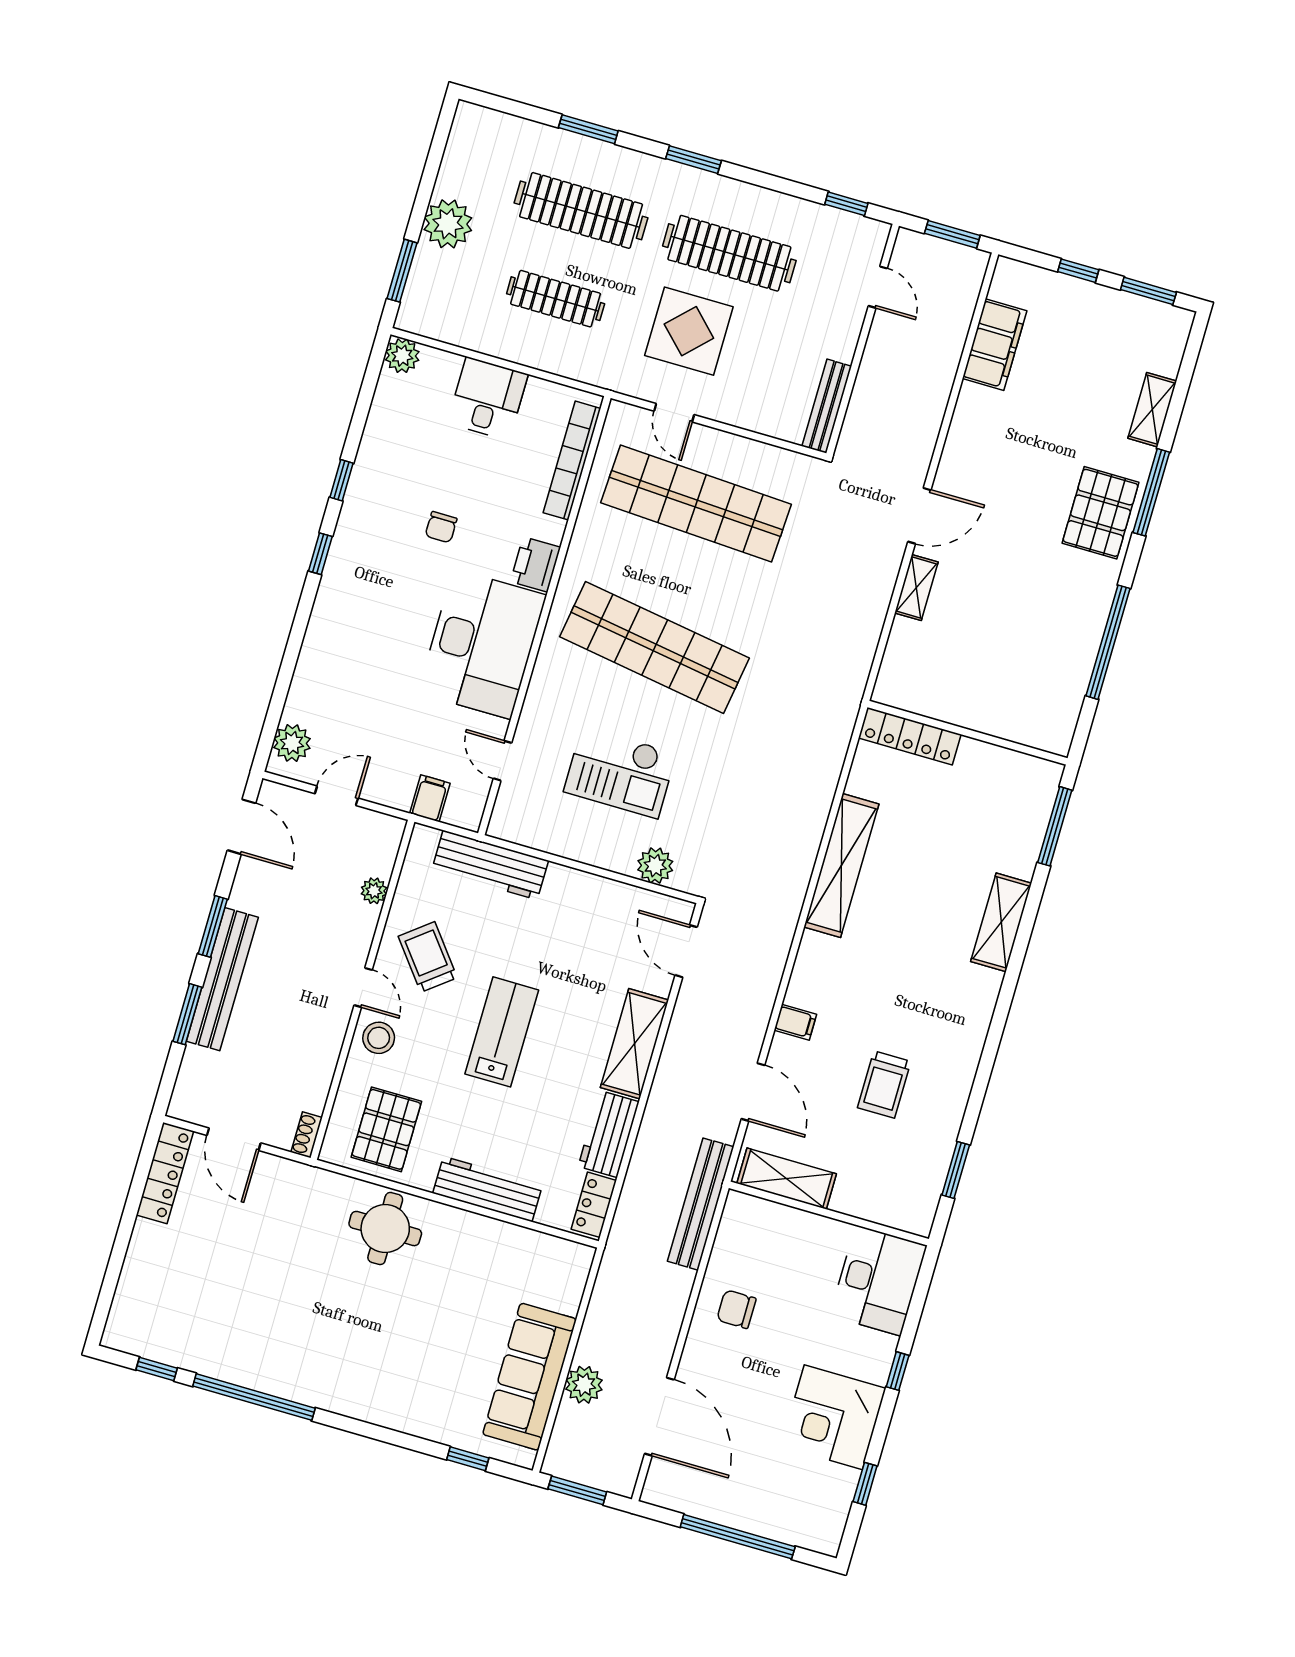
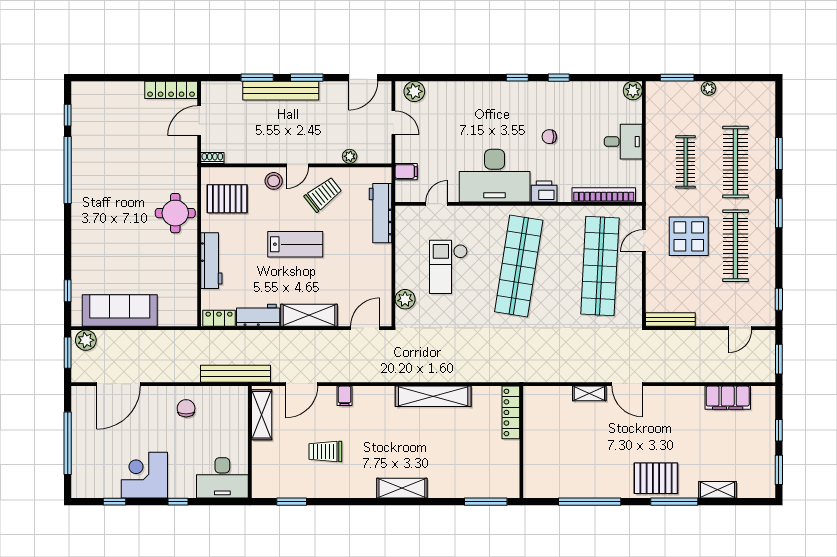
plant: (448, 224) -> (708, 88), width x0.53, depth x0.53
shelving: (1001, 922) -> (402, 488), moved
plant: (584, 1385) -> (86, 340), moved

